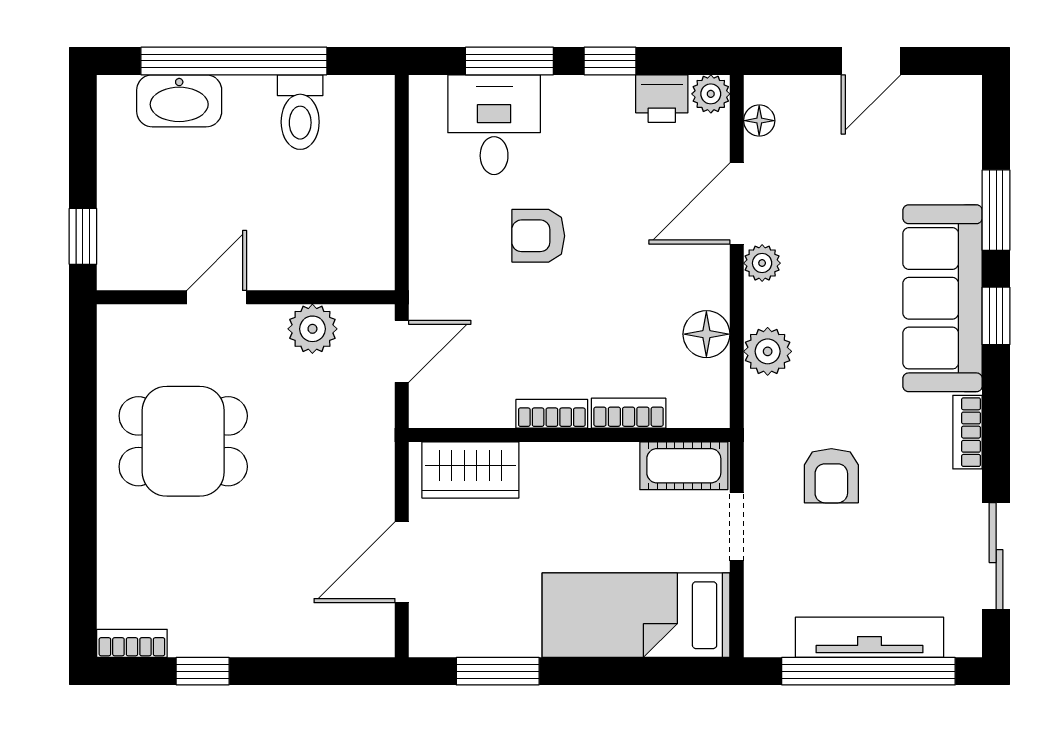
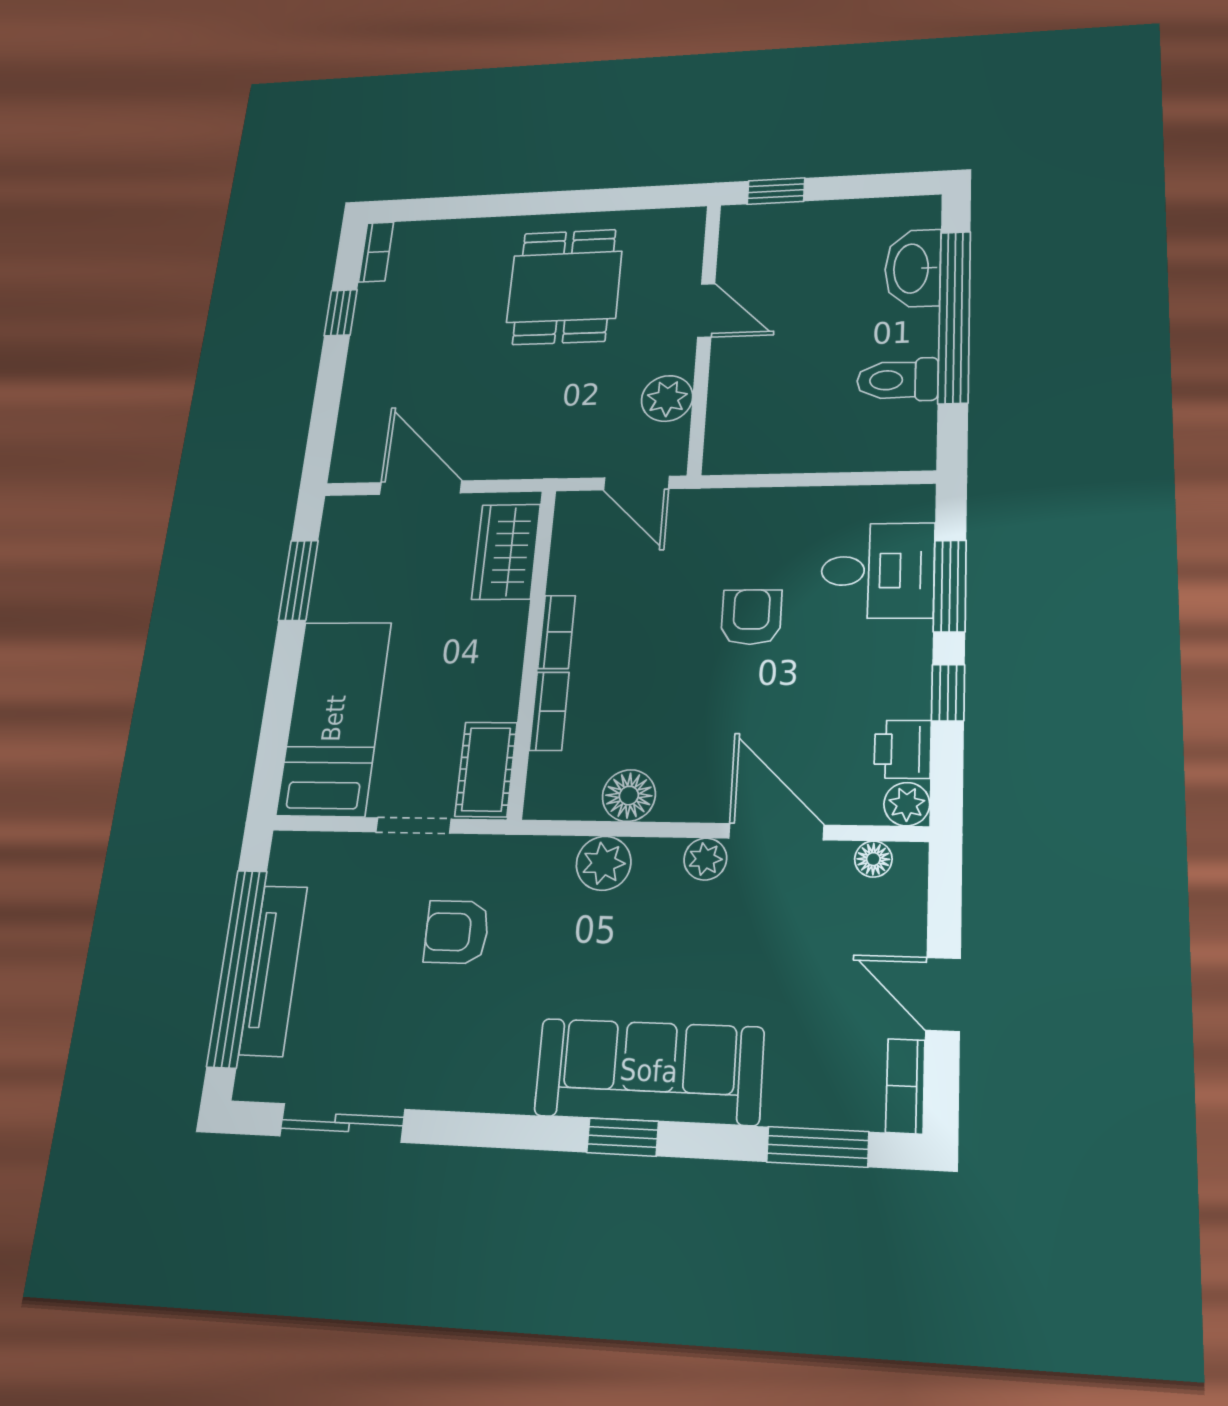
window: (996, 210) -> (818, 1147), moved
bookcase: (968, 432) -> (905, 1086), moved, turned -90

